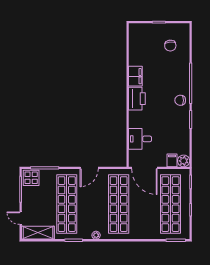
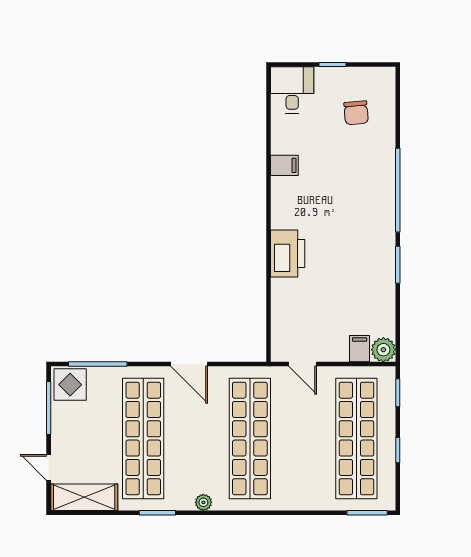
filing cabinet: (135, 76) -> (284, 165), width x0.50
printer: (137, 99) -> (288, 254), moved
chair: (180, 100) -> (376, 225), removed
desk: (140, 139) -> (292, 90), moved, turned 90
door: (89, 168) -> (189, 364), hinge flipped
door: (144, 168) -> (303, 364), width x0.53

